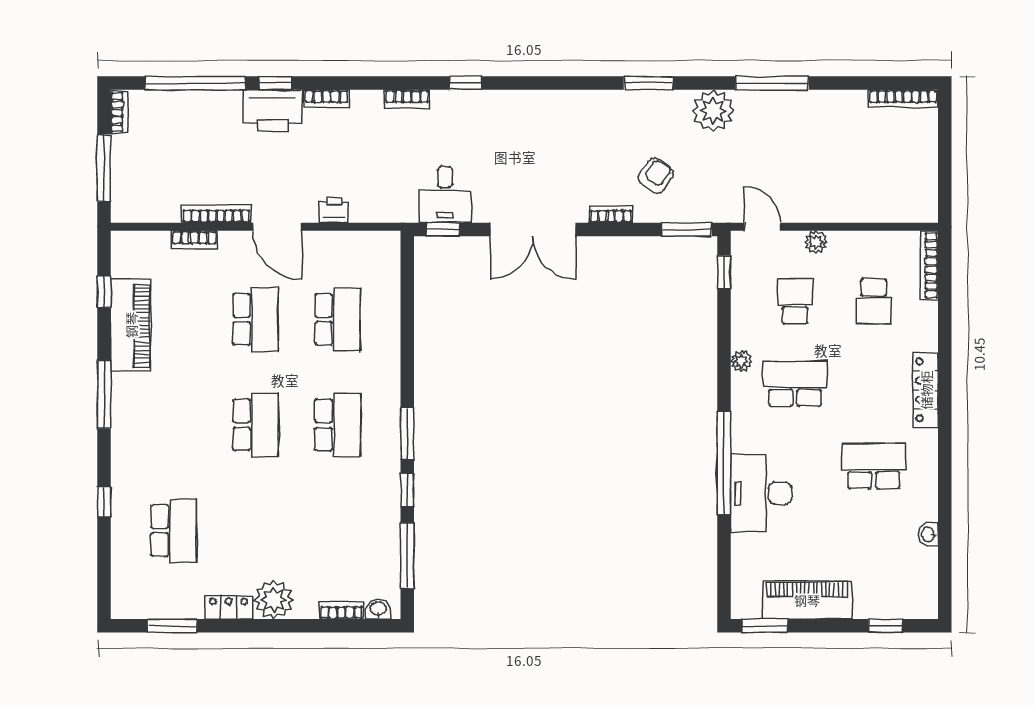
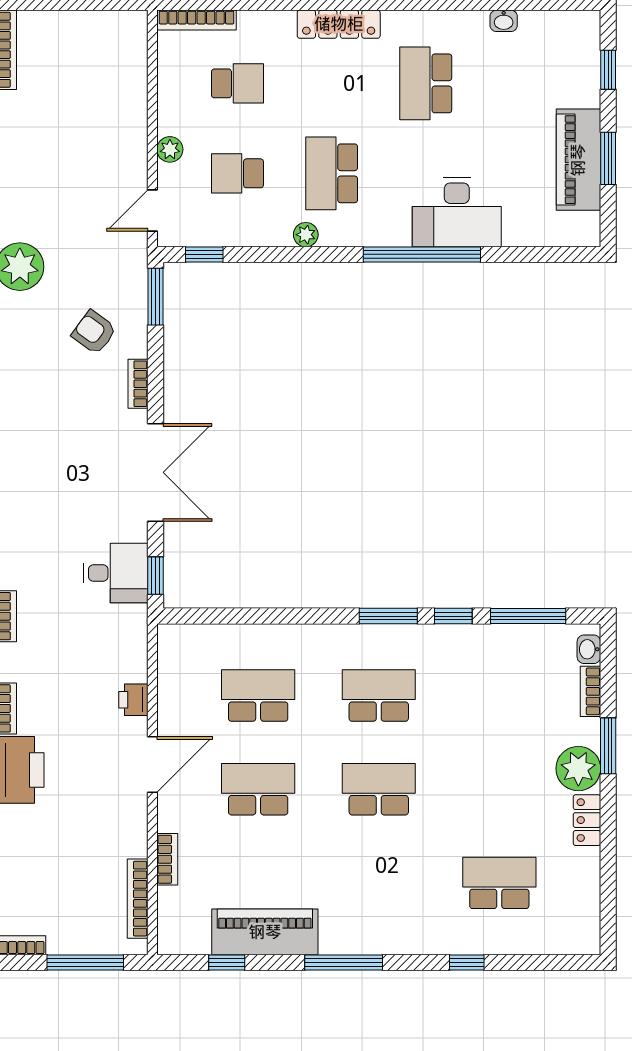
bookcase: (216, 214) -> (138, 899), moved
window: (172, 626) -> (608, 746), moved
window: (765, 626) -> (608, 158), moved

